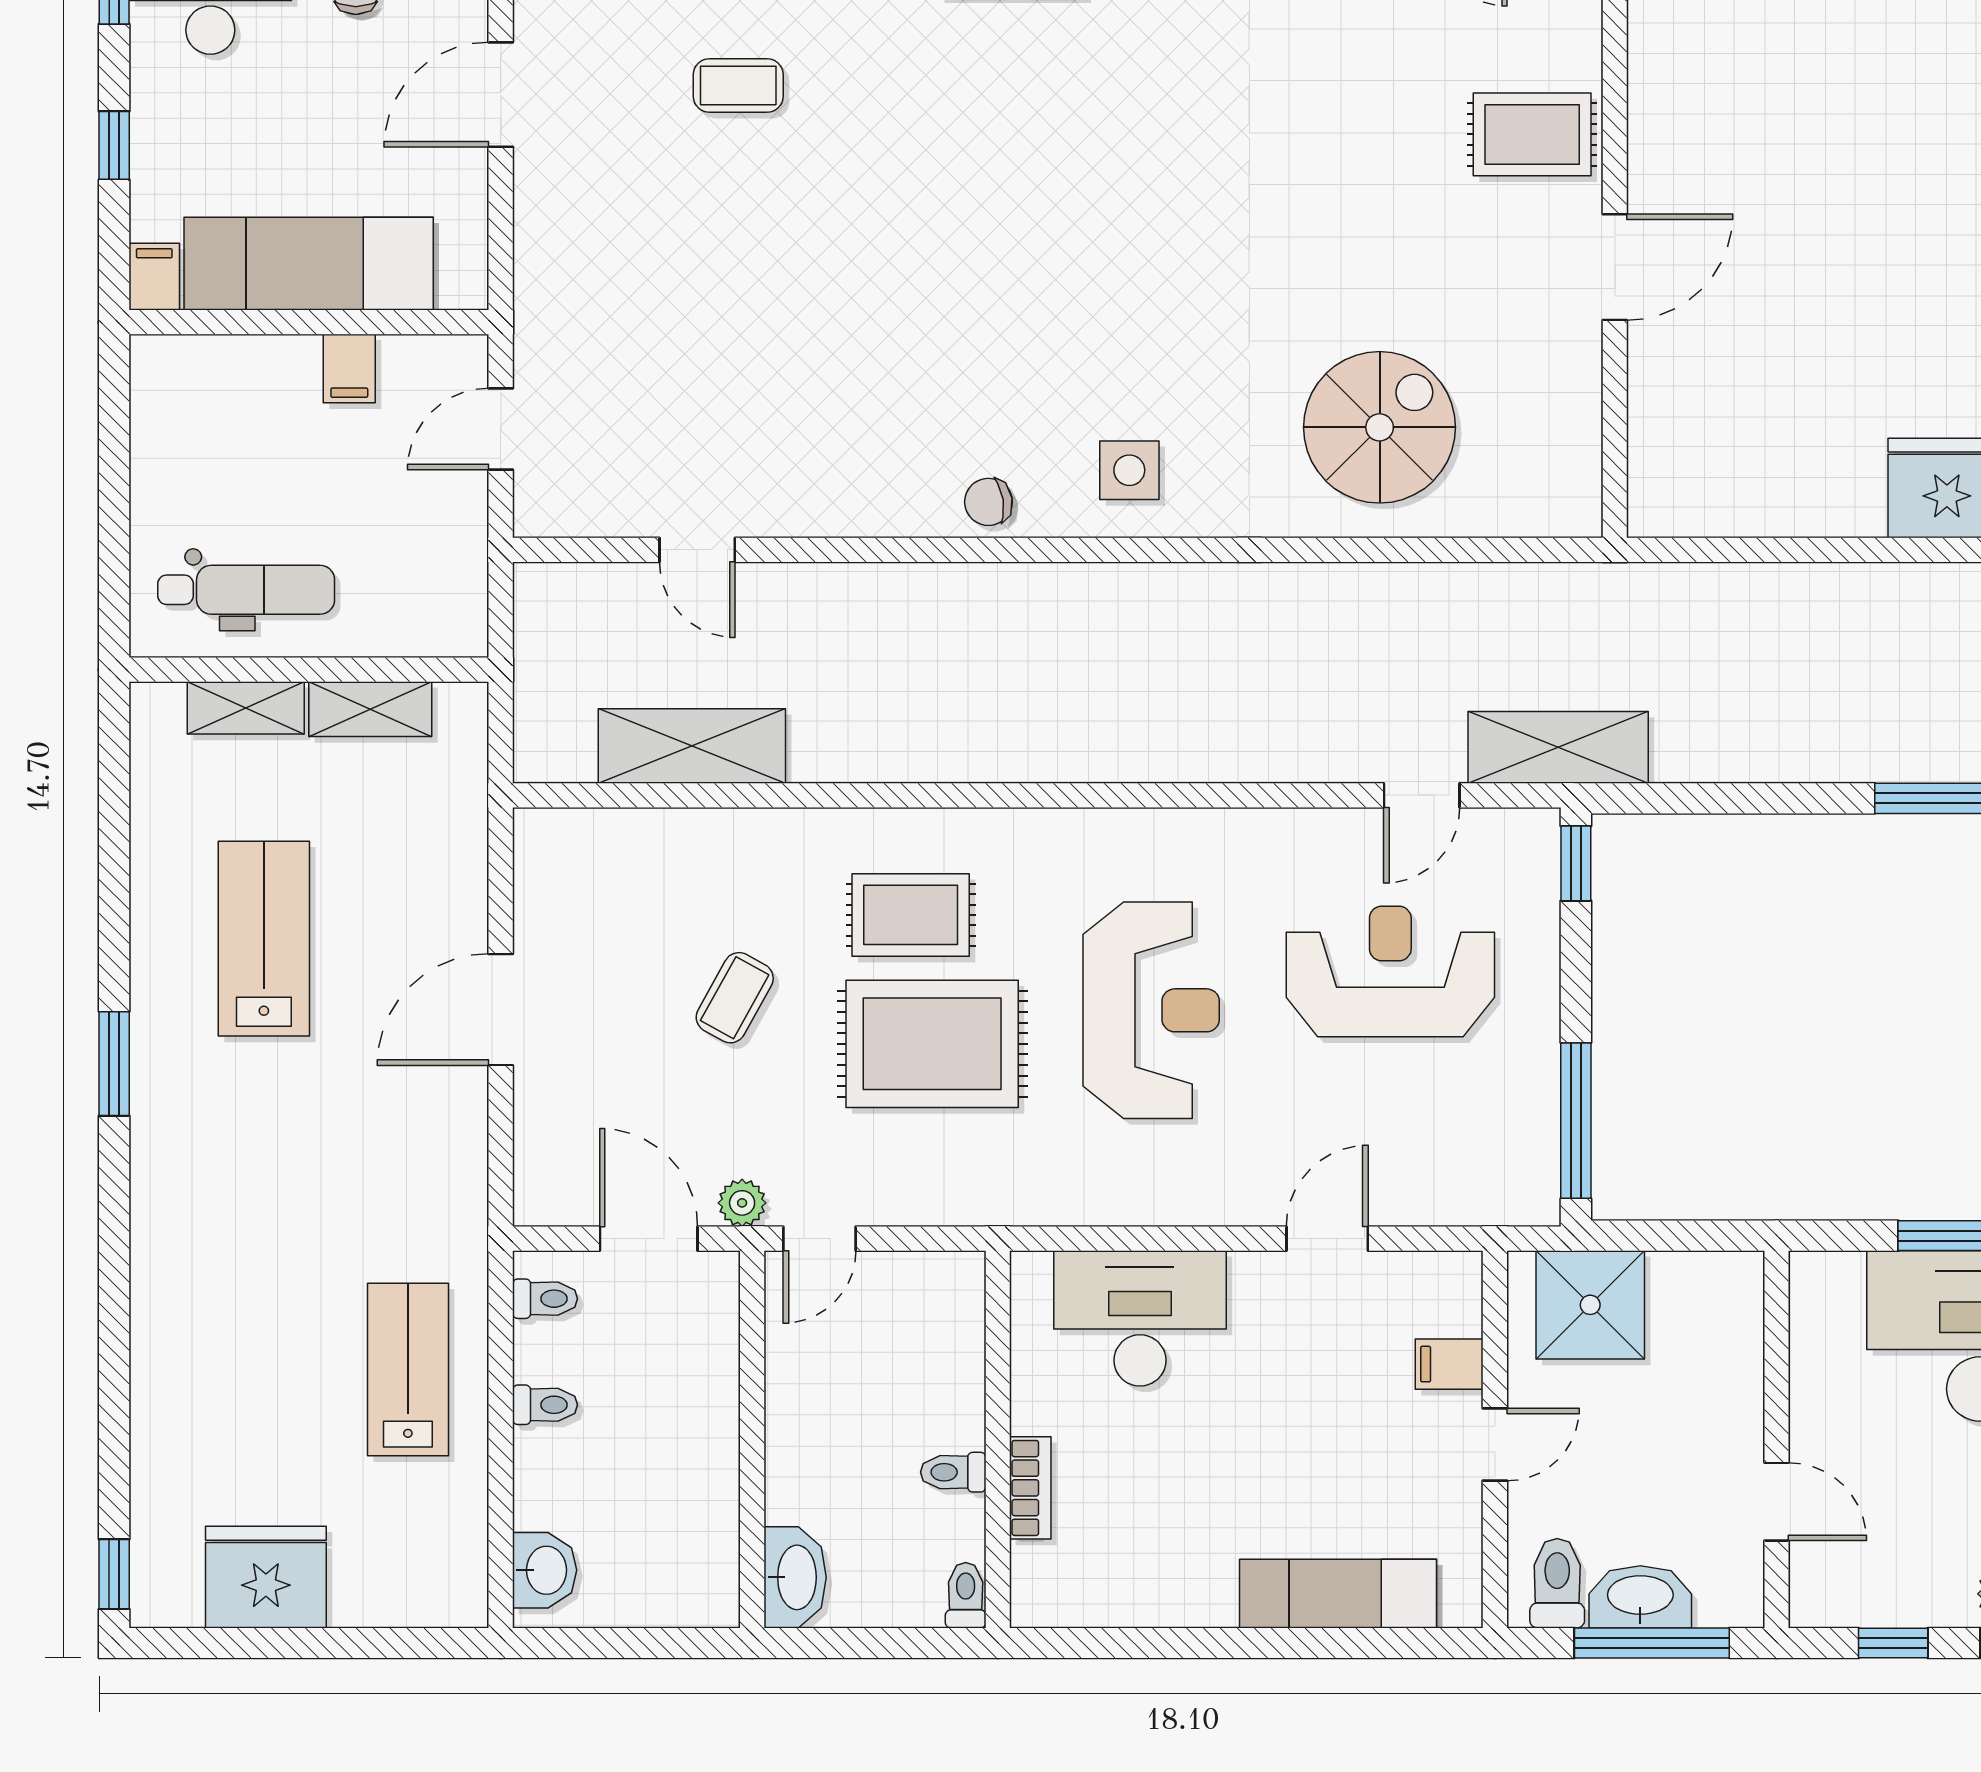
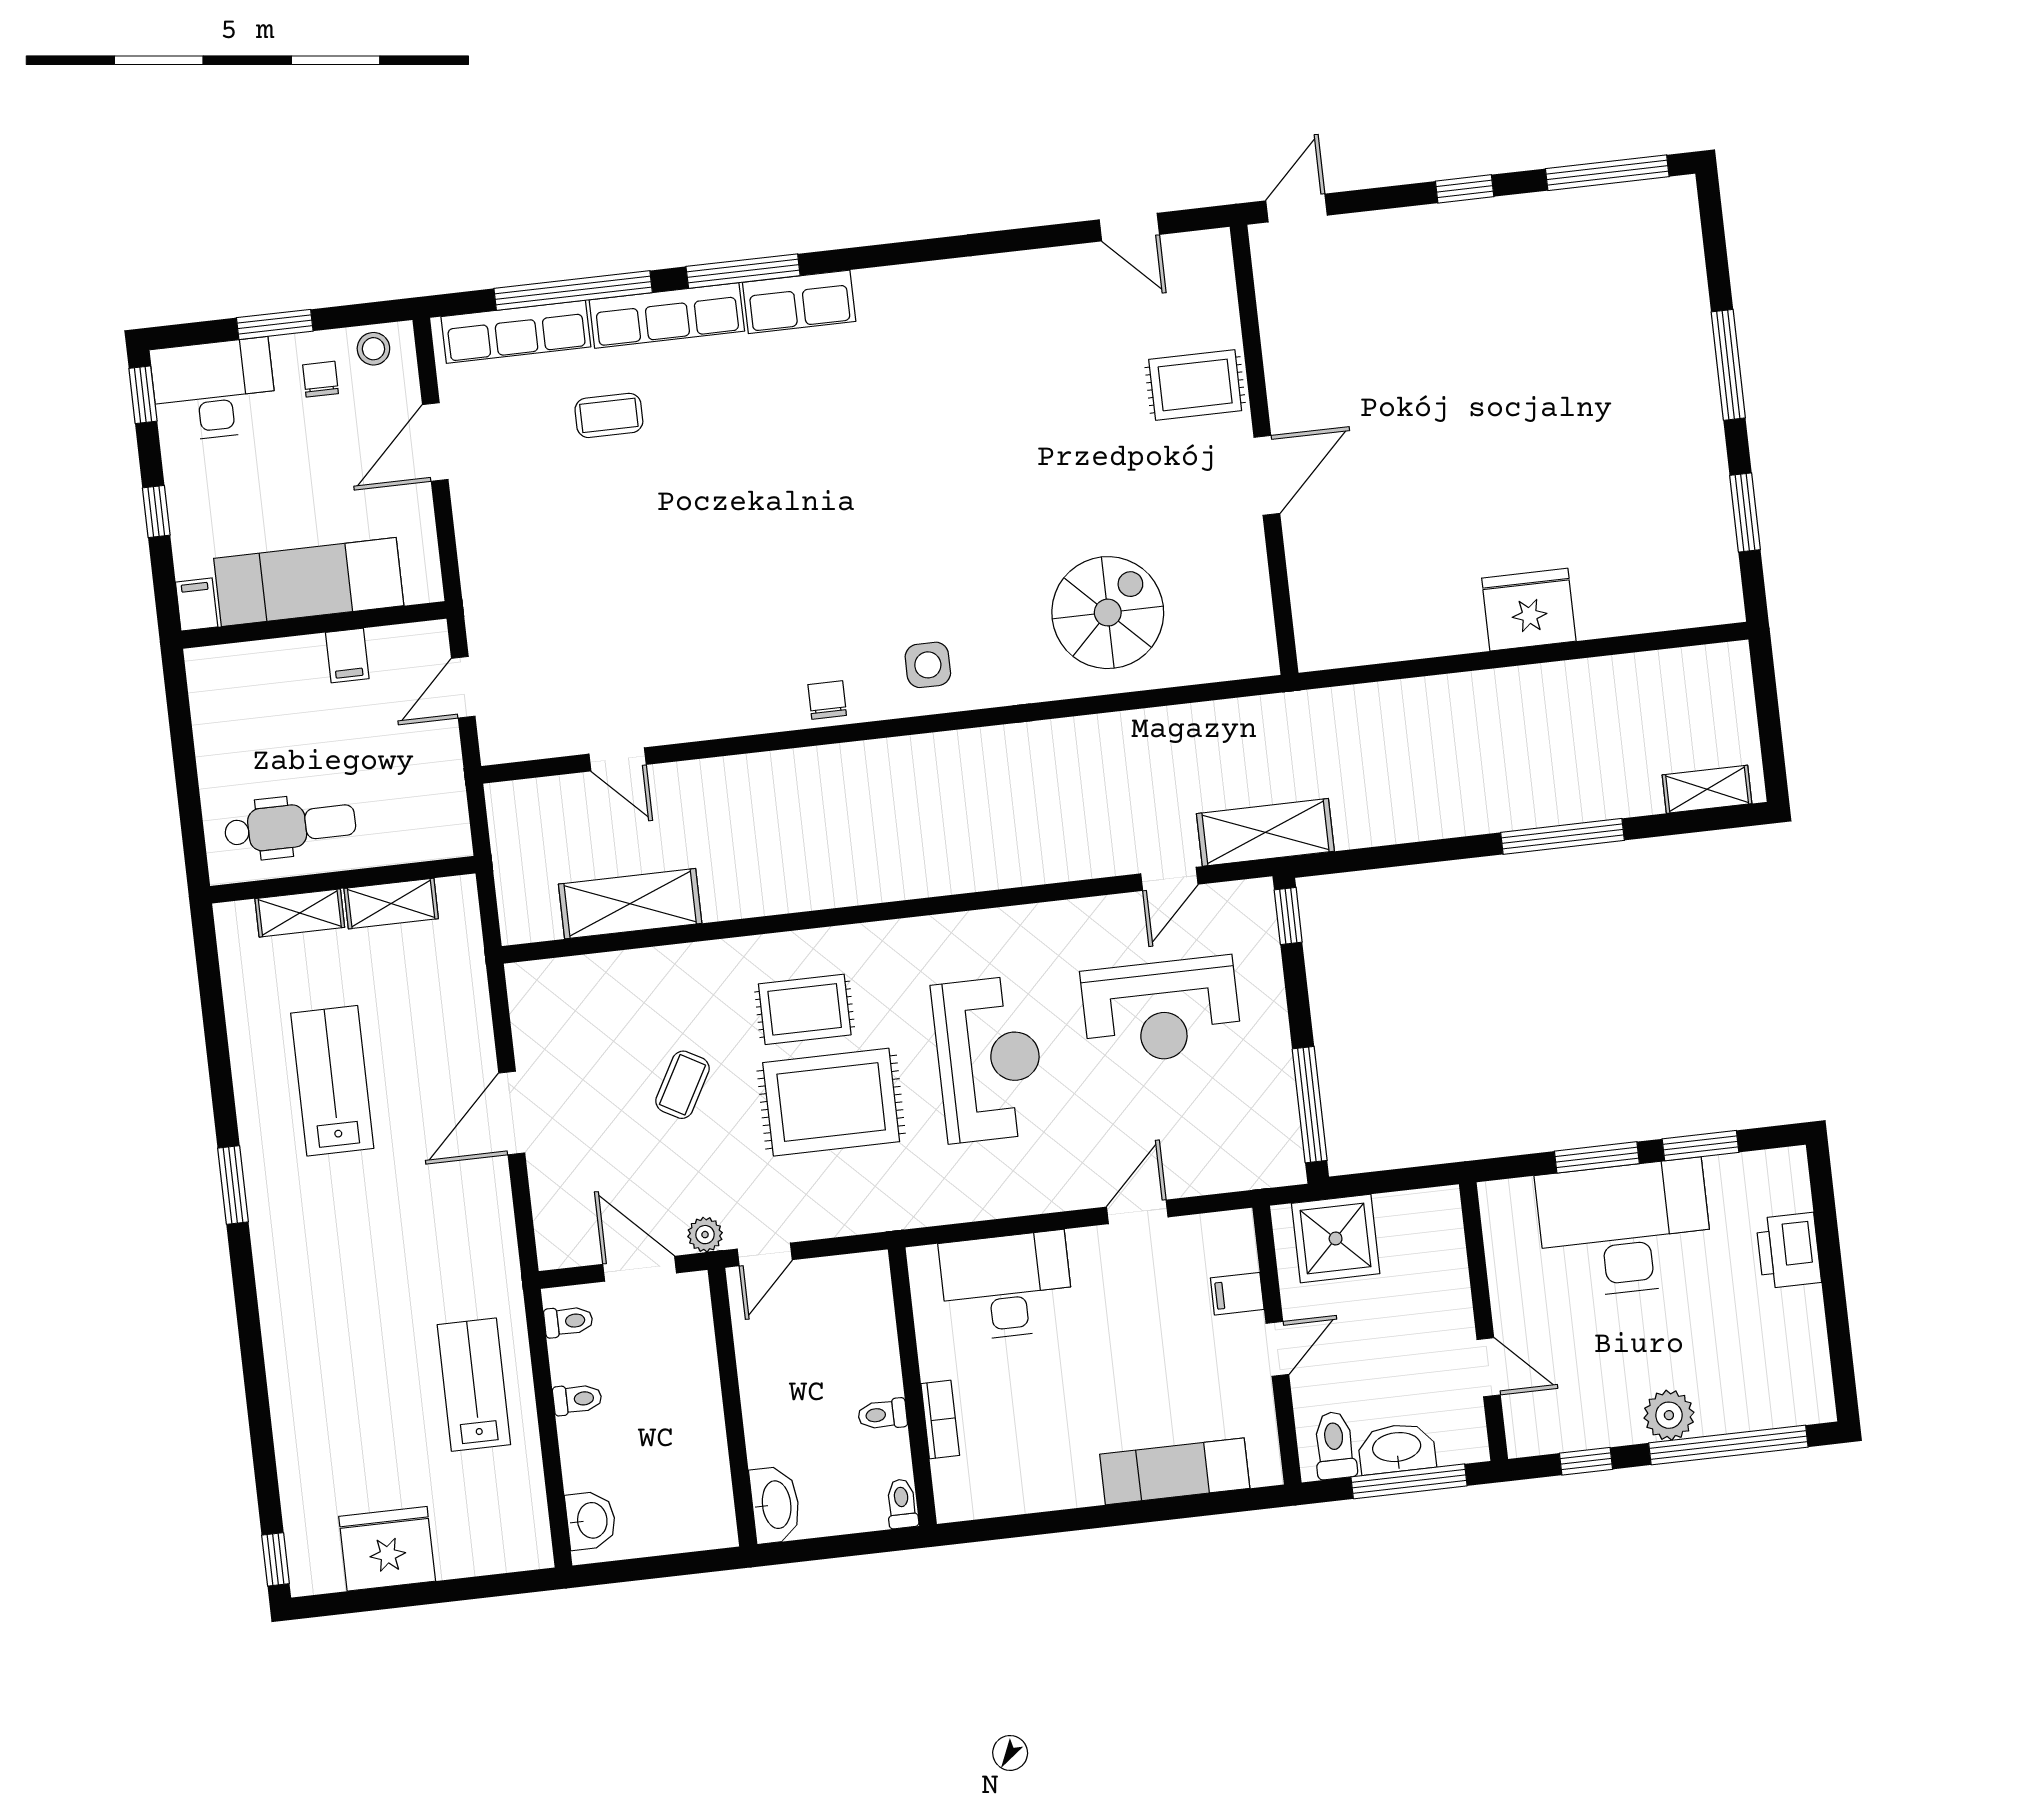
chair: (988, 502) -> (827, 700), turned 99
reception desk: (1390, 971) -> (1161, 1011), turned 180

